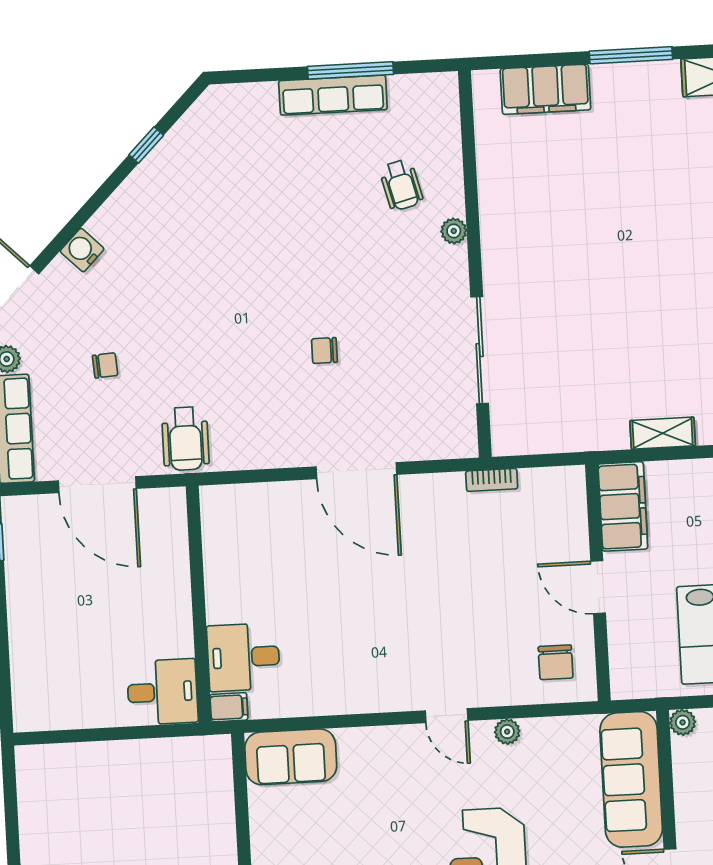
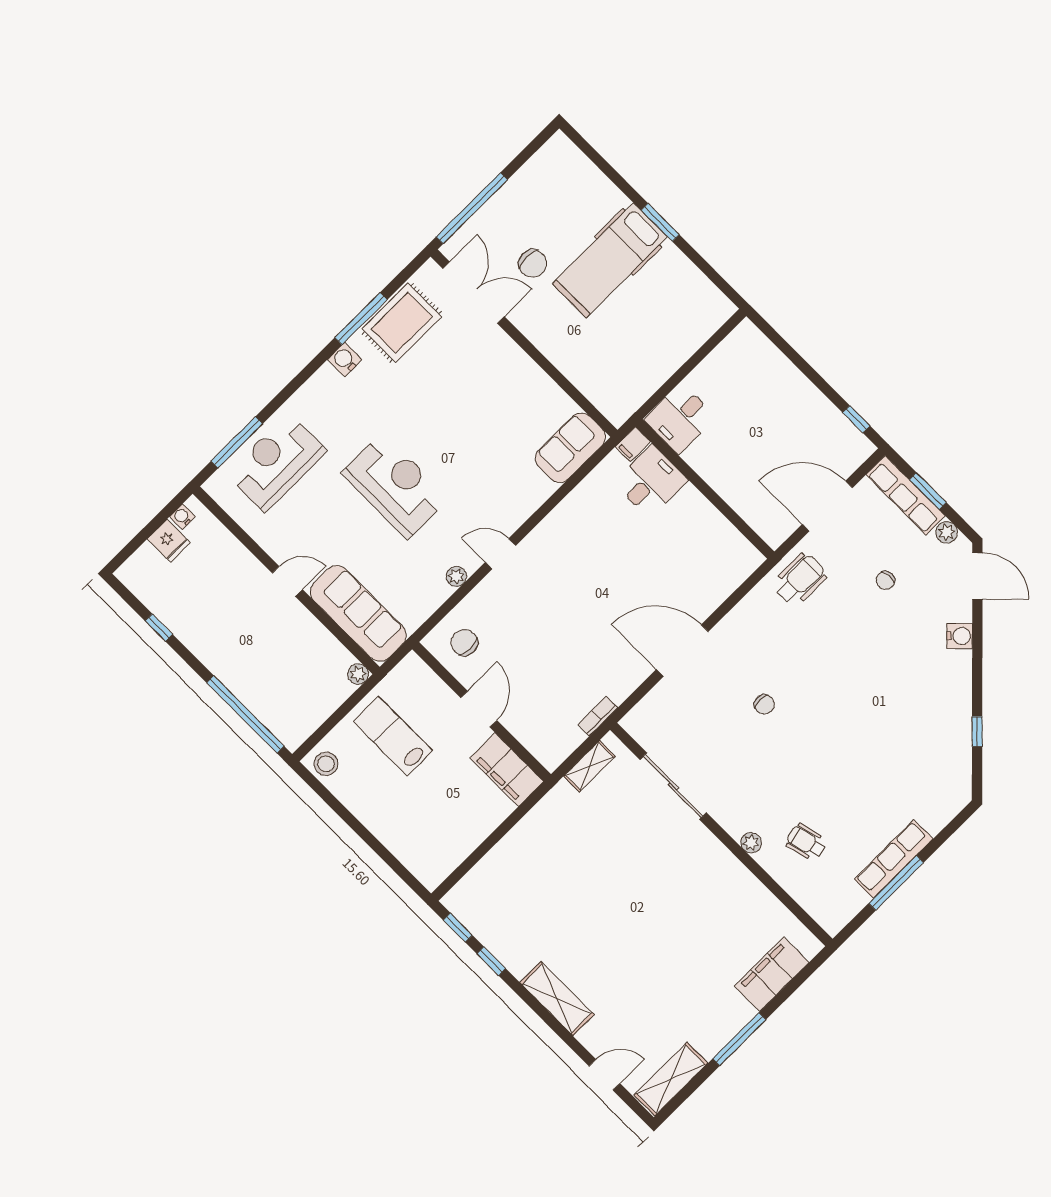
chair: (324, 351) -> (764, 704), turned 90
shelving: (663, 433) -> (589, 766), moved
wheelchair: (185, 439) -> (800, 580), turned 90
door: (598, 587) -> (479, 709), hinge flipped

